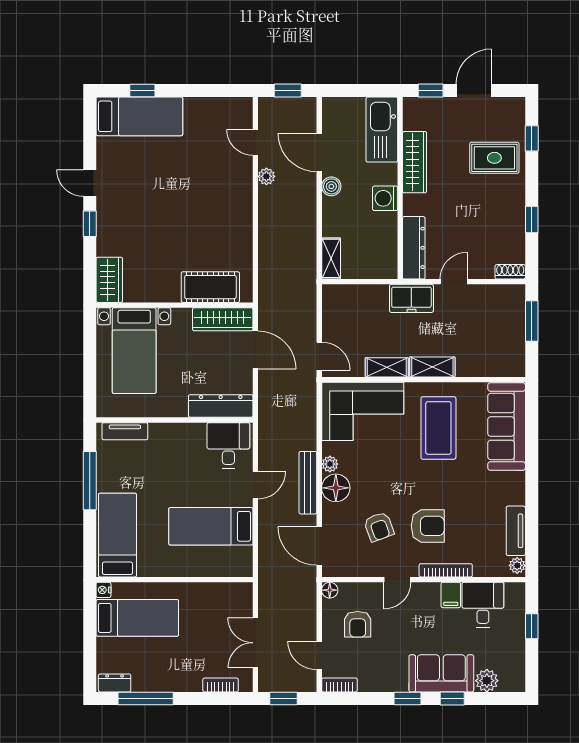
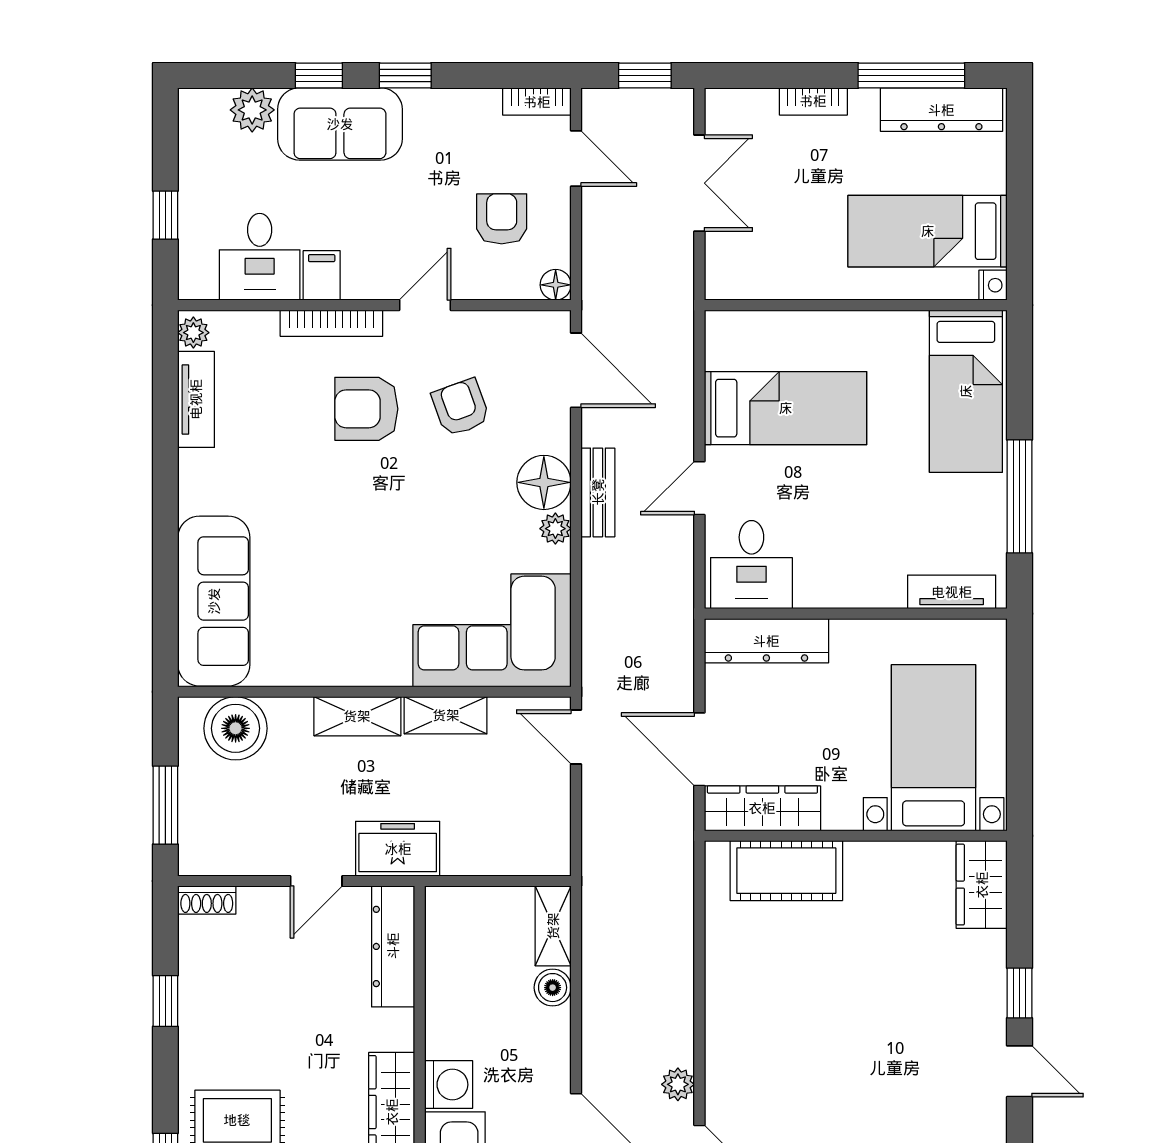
boiler: (331, 186) -> (553, 988), moved
washing machine: (385, 198) -> (449, 1085), moved
boiler: (495, 361) -> (236, 728), added
coffee table: (438, 428) -> (346, 598), removed
bench: (308, 483) -> (598, 492), width x0.73
dresser: (115, 683) -> (941, 110), width x1.96, depth x1.24
bookcase: (221, 685) -> (813, 101), moved

